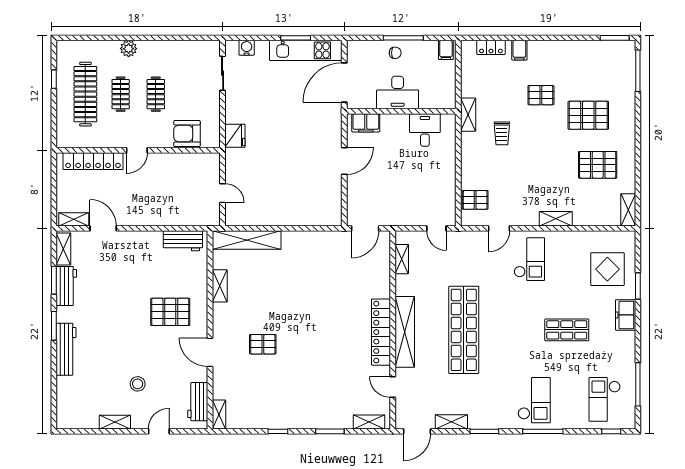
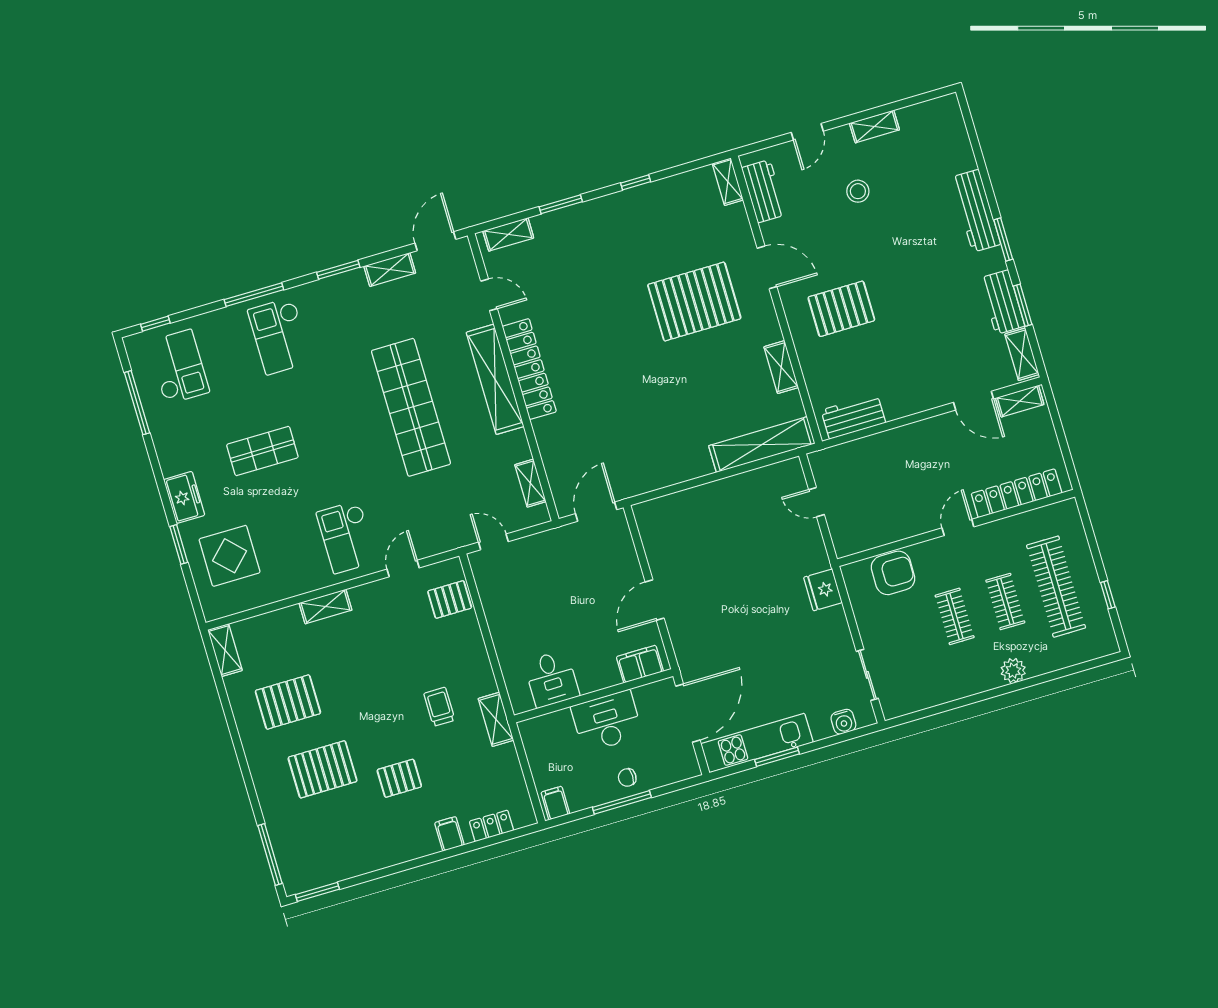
pallet: (263, 344) -> (694, 302), width x2.05, depth x2.00

